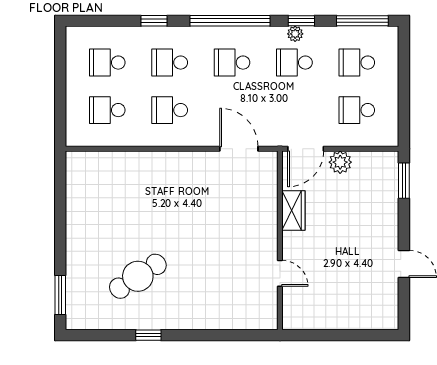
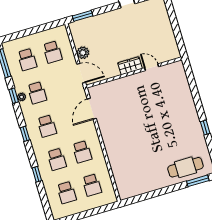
window: (230, 21) -> (25, 134), width x0.32
wardrobe: (293, 211) -> (130, 66), moved
door: (280, 273) -> (152, 67), hinge flipped
cafe table: (138, 276) -> (185, 167), moved, turned -57

